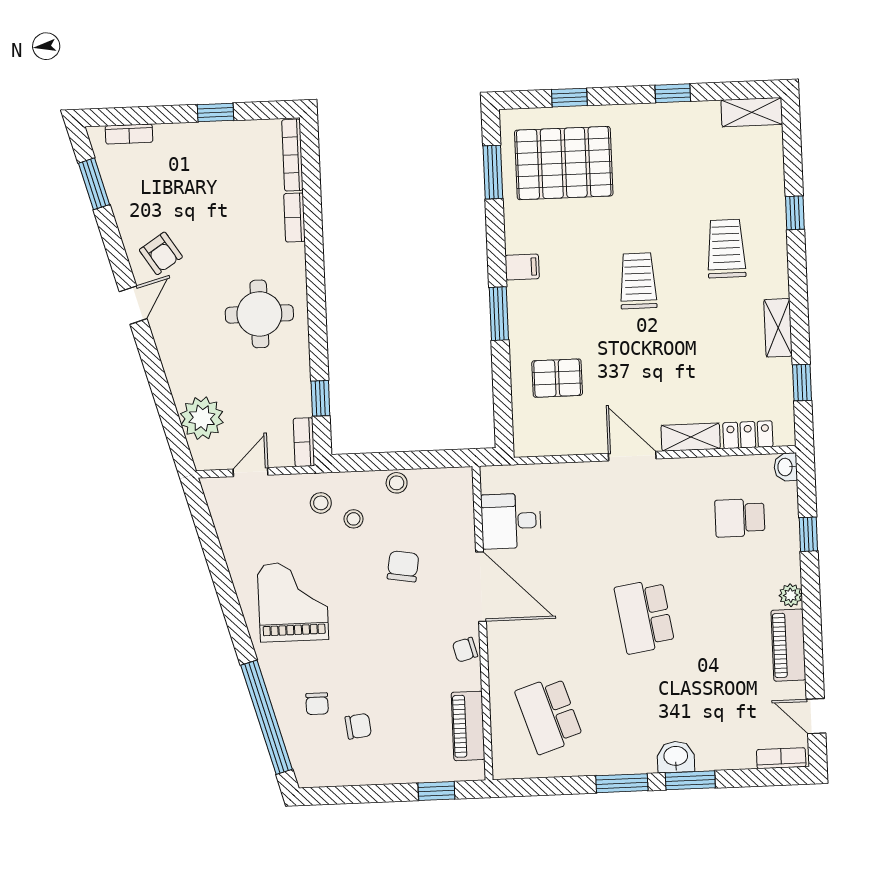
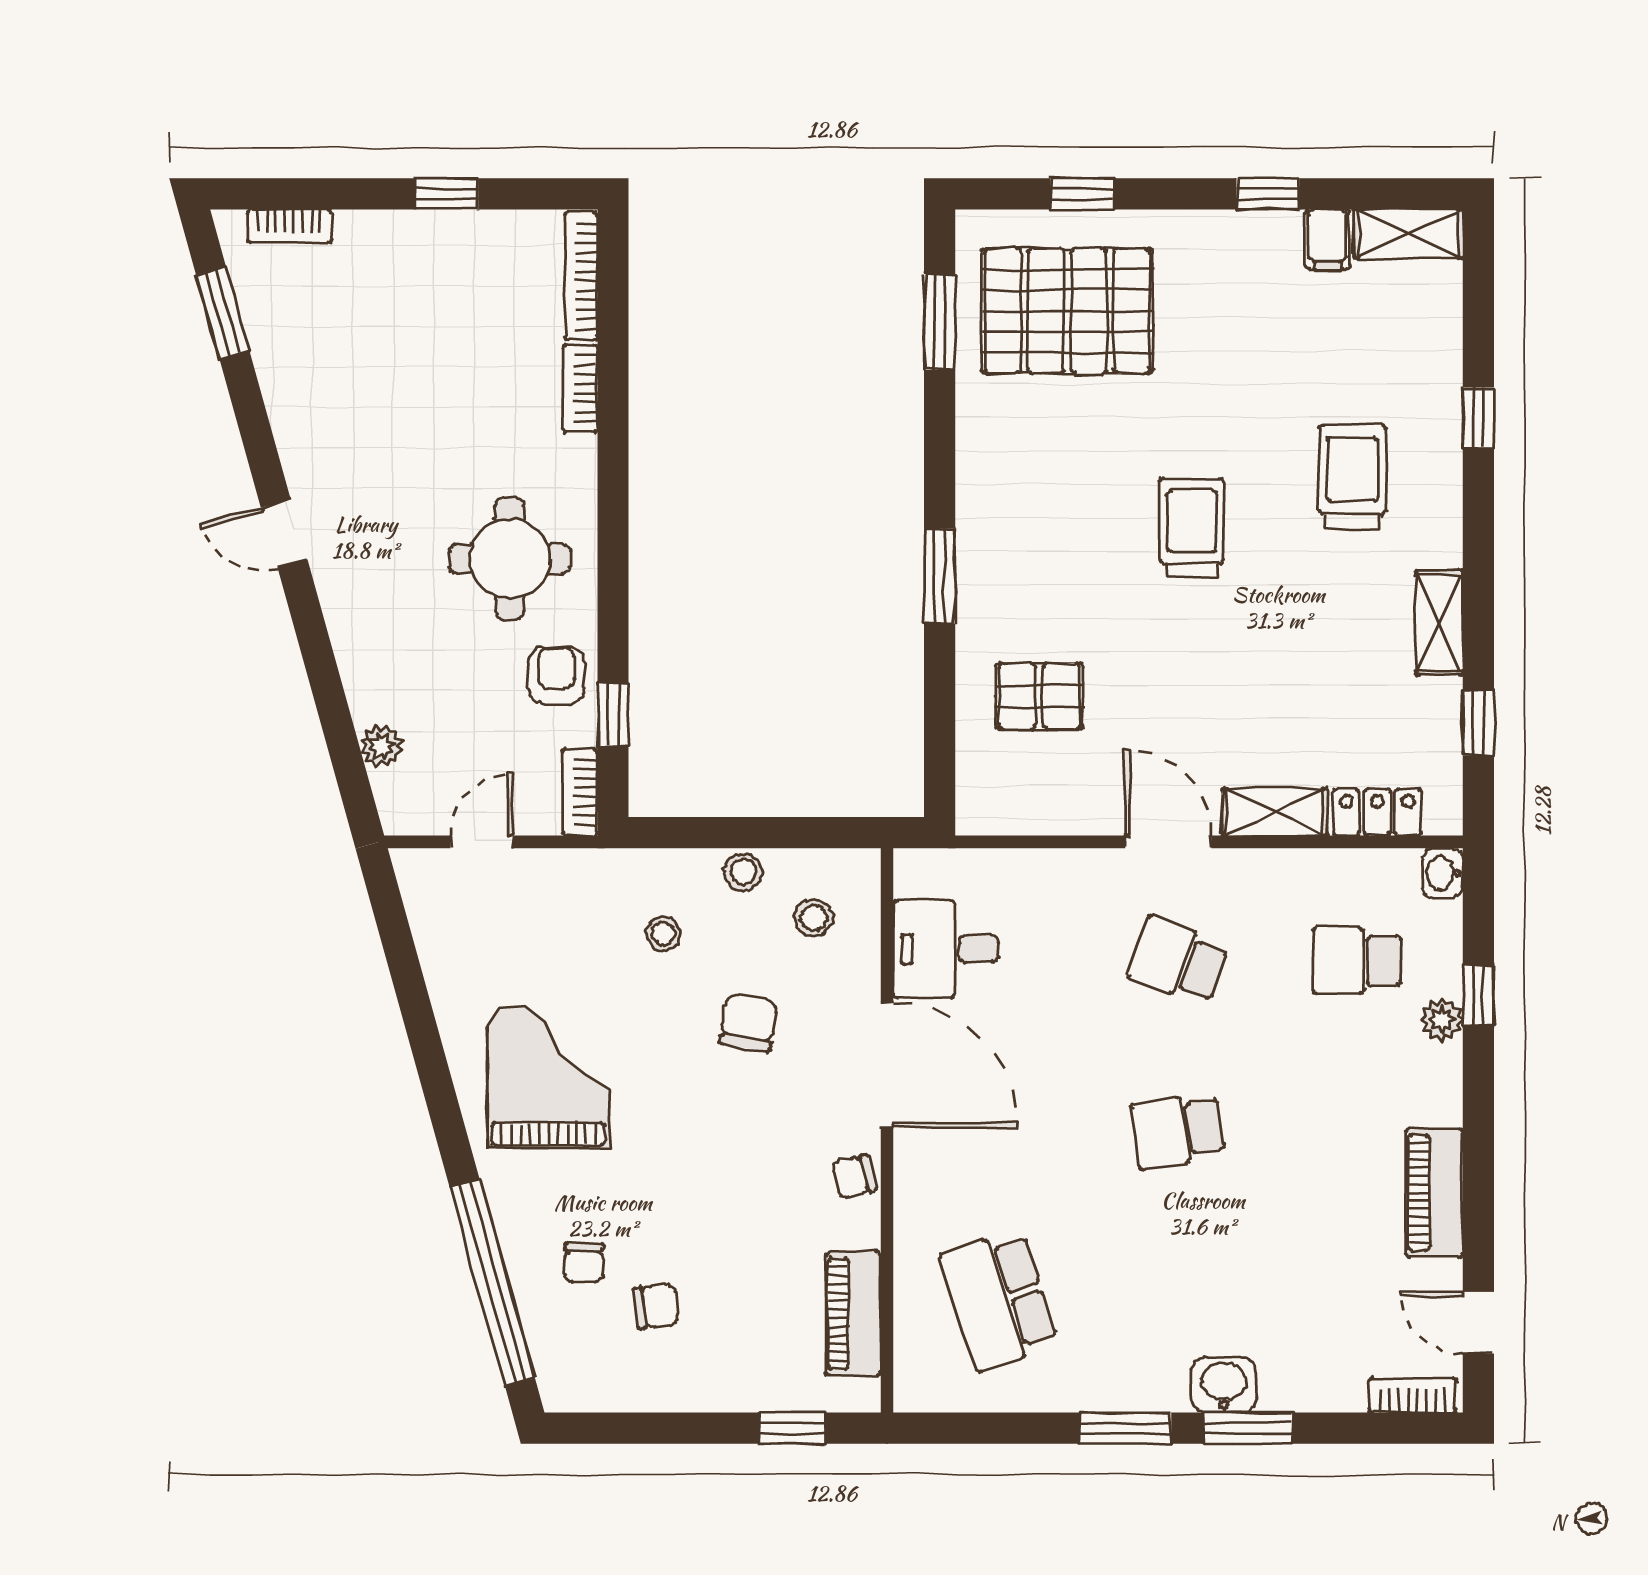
armchair: (161, 253) -> (557, 675), moved, turned -147
filing cabinet: (522, 267) -> (1328, 239), moved, turned 90
door: (133, 305) -> (284, 533), swing flipped
plant: (202, 418) -> (381, 746), width x0.53, depth x0.53
stool: (321, 503) -> (814, 918), moved
school desk: (640, 522) -> (1178, 961), added
plant: (791, 595) -> (1442, 1020), moved
school desk: (644, 616) -> (1178, 1130), width x0.54

